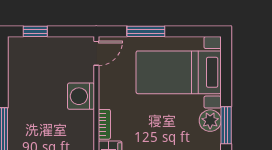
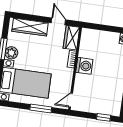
washing machine: (81, 96) -> (84, 66), moved

